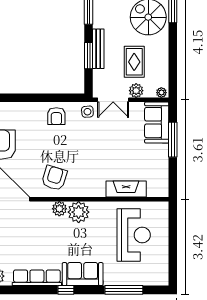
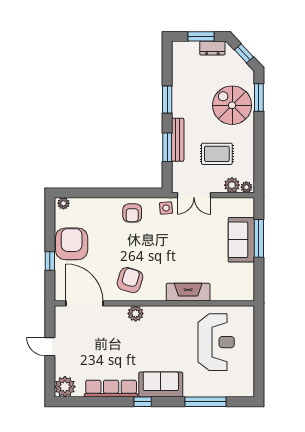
rug: (134, 62) -> (217, 154), turned 90
plant: (136, 91) -> (232, 185), moved
sofa: (157, 123) -> (241, 240), moved
fireplace: (126, 189) -> (188, 292), moved
plant: (79, 212) -> (156, 317), removed

